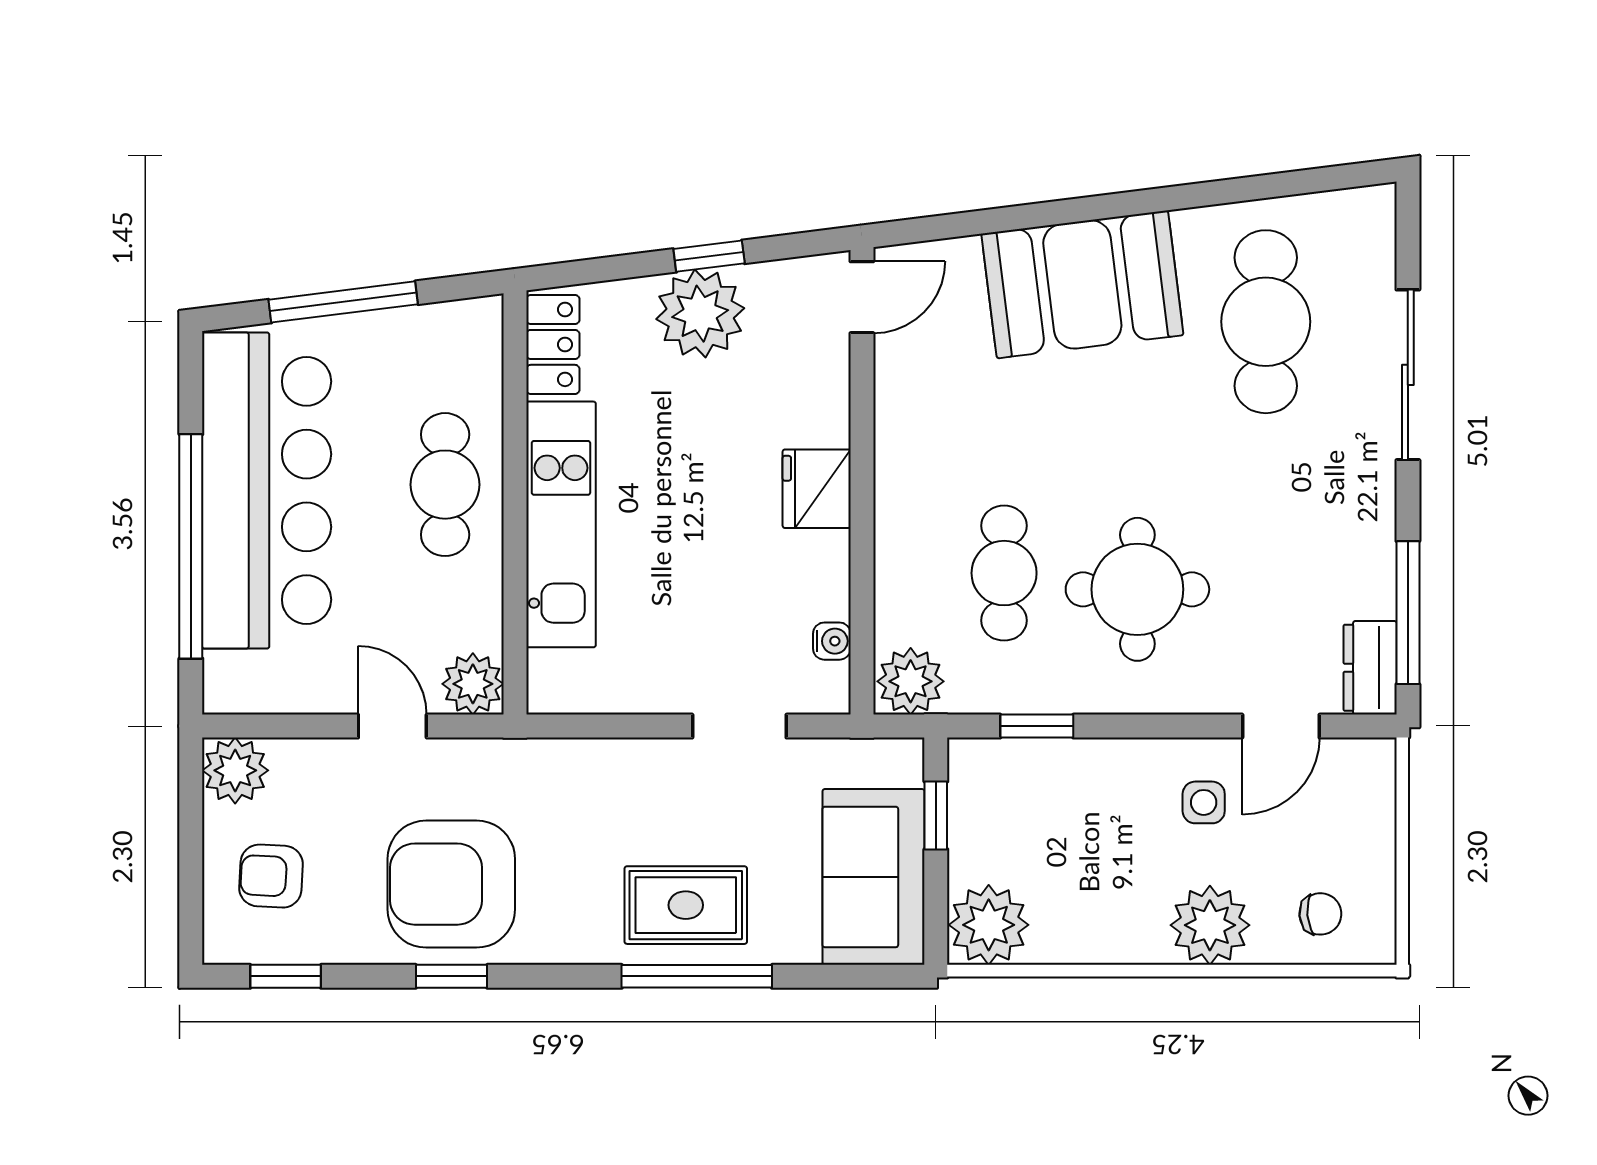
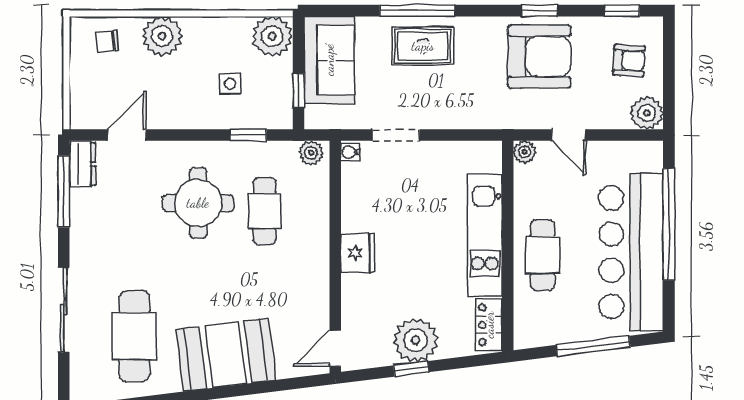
water cooler: (832, 641) -> (350, 152), moved
plant: (911, 681) -> (311, 153), width x0.73, depth x0.73
plant: (473, 684) -> (524, 152), width x0.73, depth x0.73
side table: (1204, 802) -> (230, 84), moved

